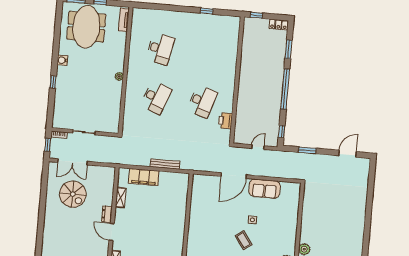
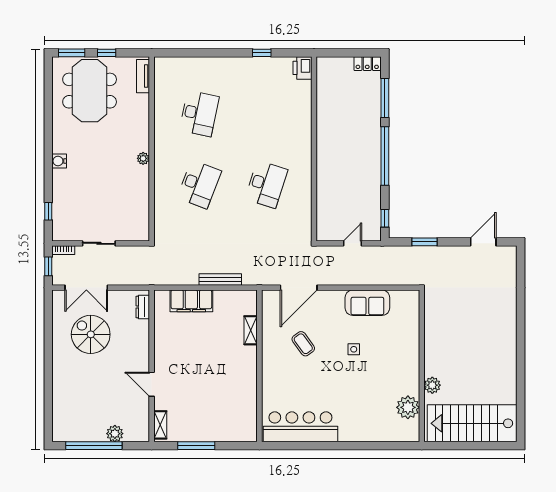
window: (256, 15) -> (334, 53), removed
window: (289, 49) -> (385, 98), width x1.44
water cooler: (62, 60) -> (59, 161), moved
window: (53, 82) -> (48, 211), moved
printer: (225, 121) -> (302, 68), moved
door: (234, 176) -> (299, 288), moved
spiral stairs: (73, 194) -> (91, 334), turned 180
shelving: (121, 198) -> (251, 330), moved
dresser: (107, 214) -> (143, 307), moved
coffee table: (244, 240) -> (303, 344), moved

